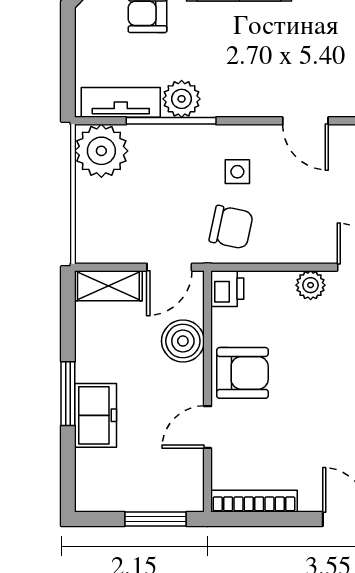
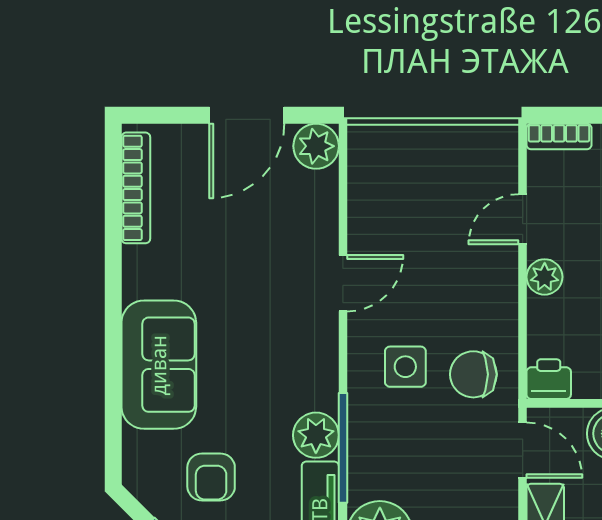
side table: (237, 172) -> (405, 367), width x1.37, depth x1.37
chair: (231, 227) -> (473, 374), turned -102

